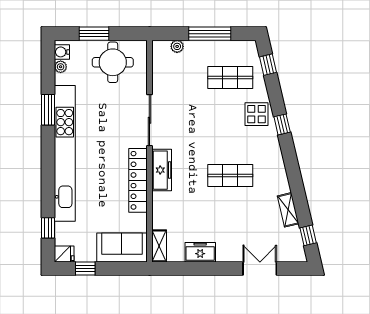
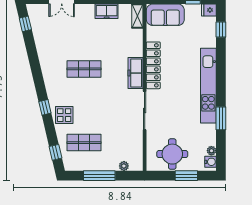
kitchen unit: (65, 153) -> (208, 86), width x0.73
shelving: (288, 210) -> (40, 43), removed

